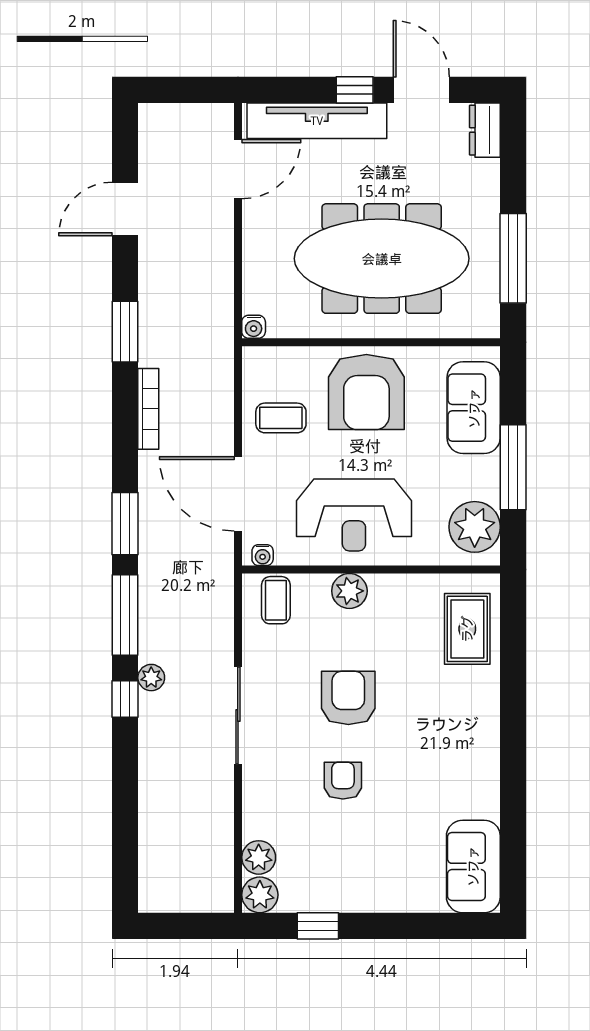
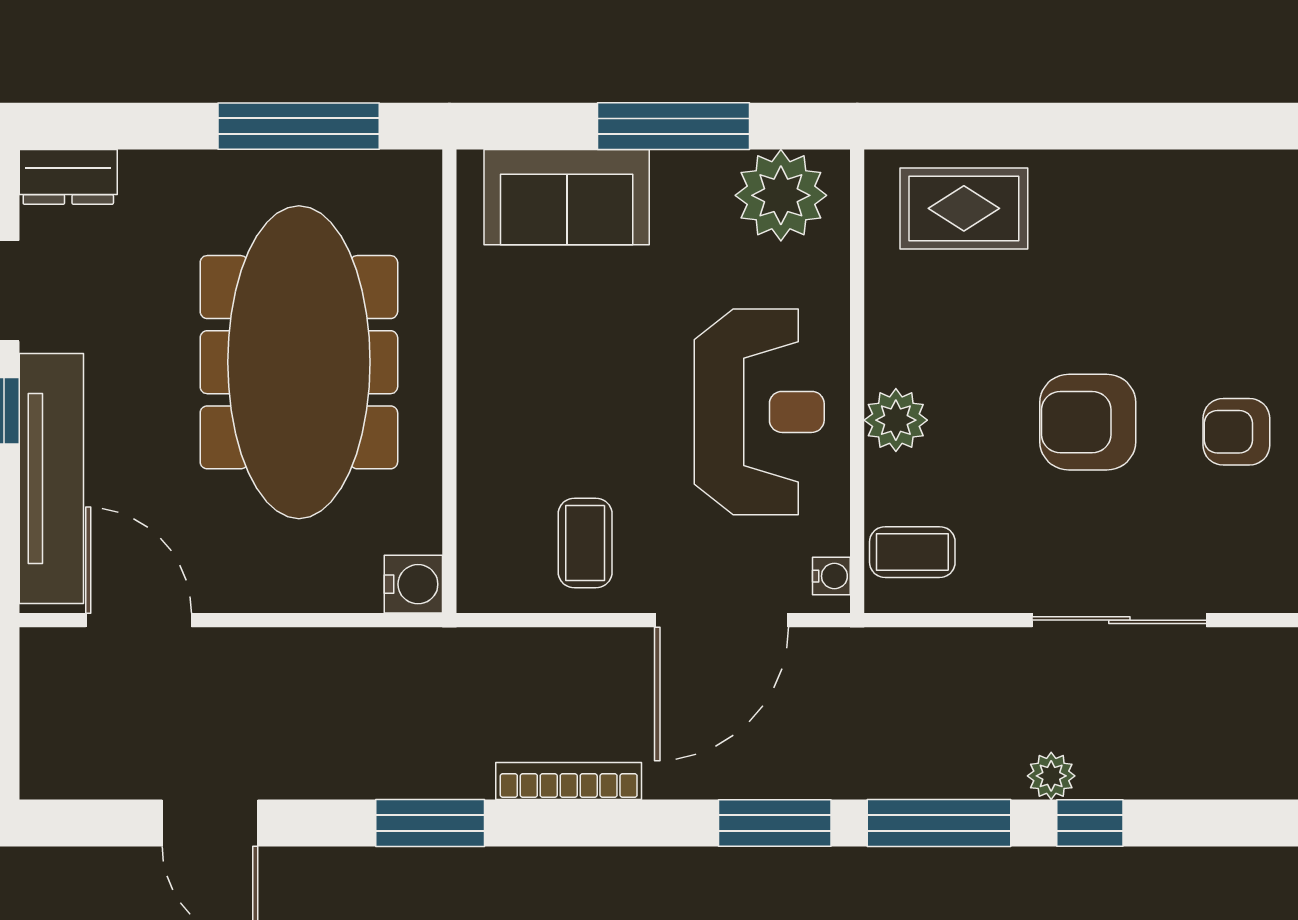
water cooler: (254, 327) -> (413, 584), width x1.38, depth x1.38
armchair: (366, 392) -> (539, 390), removed

